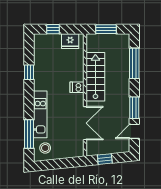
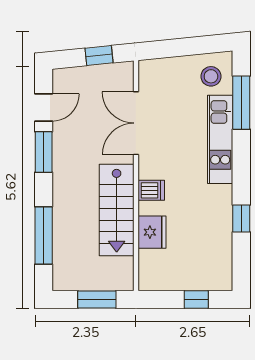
fridge: (70, 41) -> (152, 232), moved, turned 90

